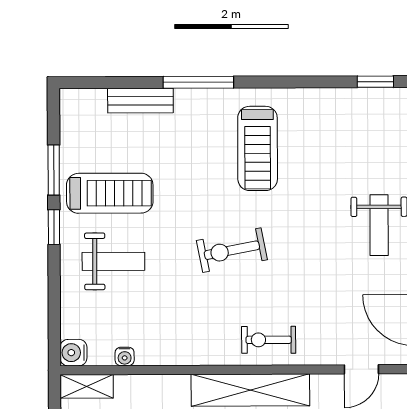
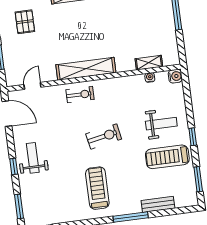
window: (54, 170) -> (198, 179), moved
weight bench: (113, 261) -> (161, 124), turned 180
shelving: (87, 386) -> (149, 63), moved

